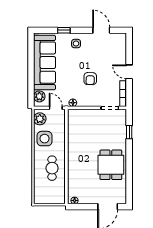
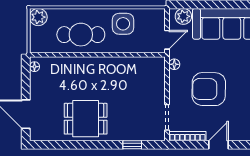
armchair: (90, 79) -> (209, 89), width x1.88, depth x1.88
plant: (40, 119) -> (38, 17), moved
cafe table: (52, 168) -> (81, 35), width x1.37, depth x1.35

